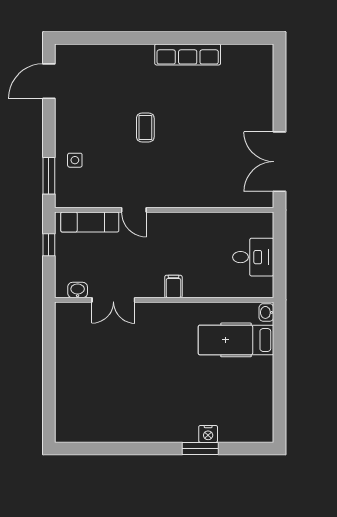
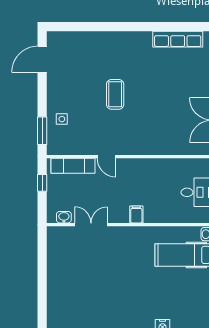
row of seats: (188, 54) -> (178, 39), moved
coffee table: (145, 127) -> (115, 94), width x1.36, depth x1.30
double door: (113, 300) -> (91, 225), swing flipped

